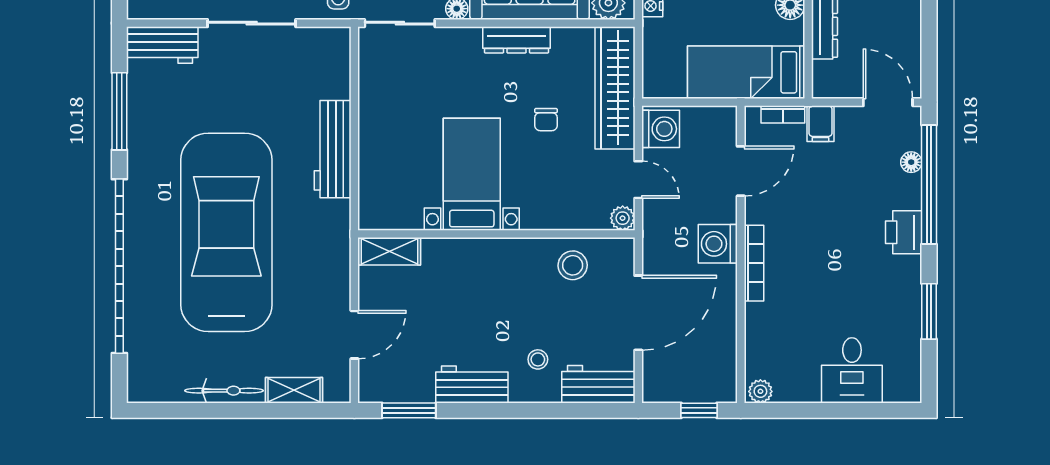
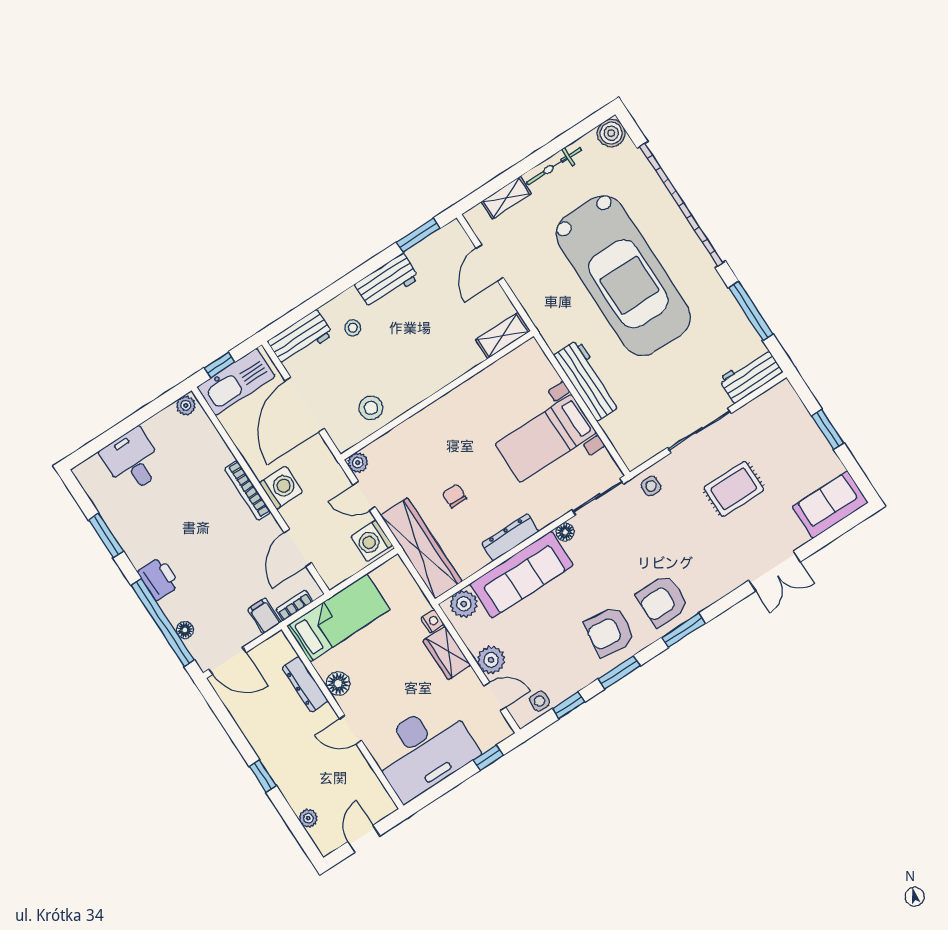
bed with nightstands: (472, 174) -> (546, 438), moved, turned 90
kitchen sink: (693, 382) -> (236, 382), added
boiler: (143, 386) -> (611, 133), added

